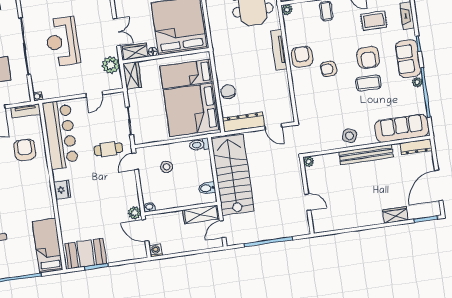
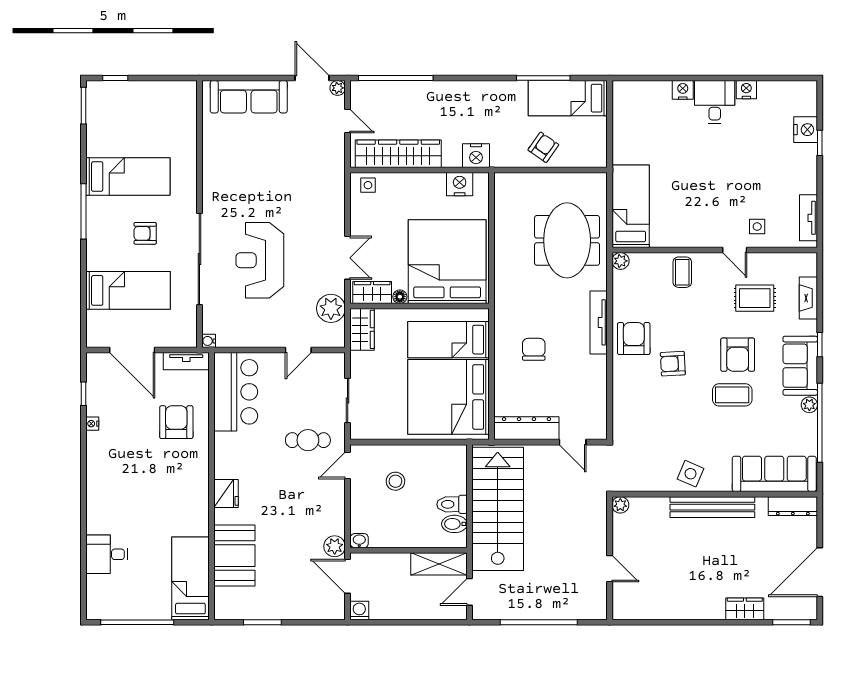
chair: (228, 92) -> (534, 349), moved
bar counter: (60, 134) -> (236, 392), width x0.73
toilet: (199, 145) -> (452, 504), moved
booth: (86, 254) -> (234, 556), moved, turned 90

